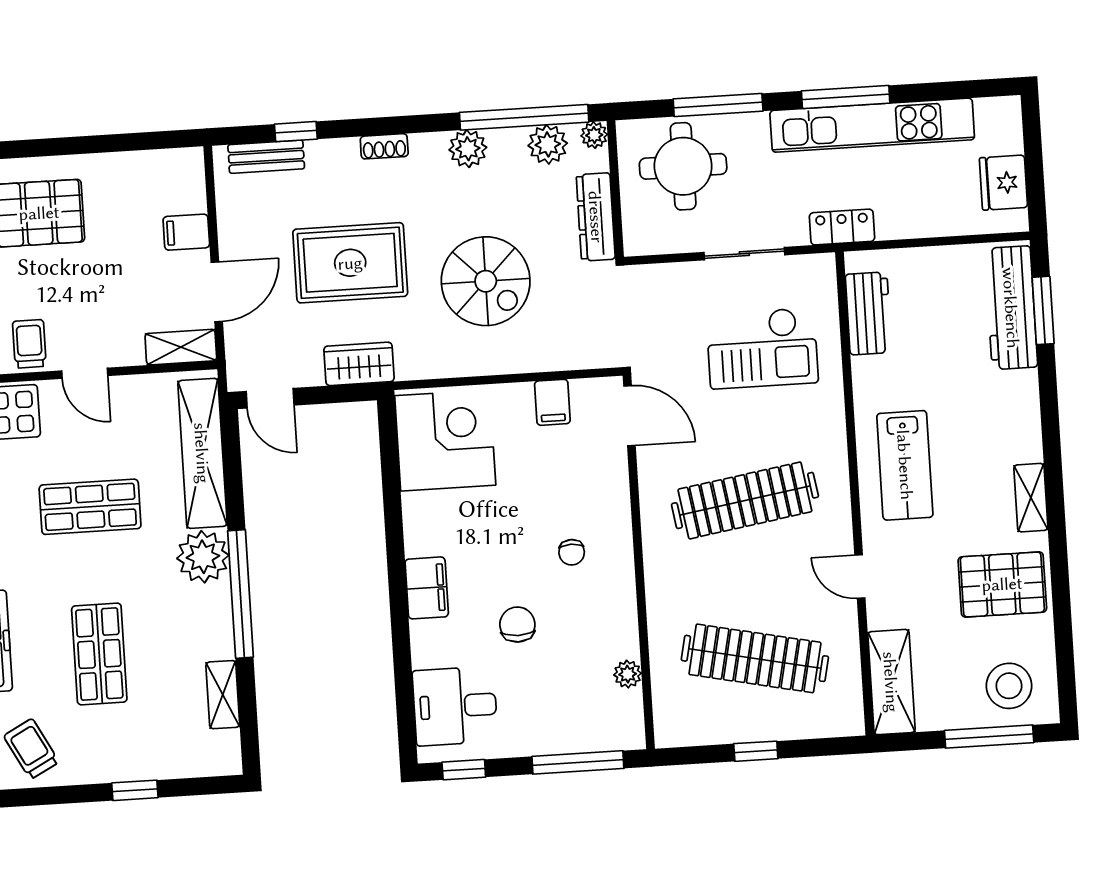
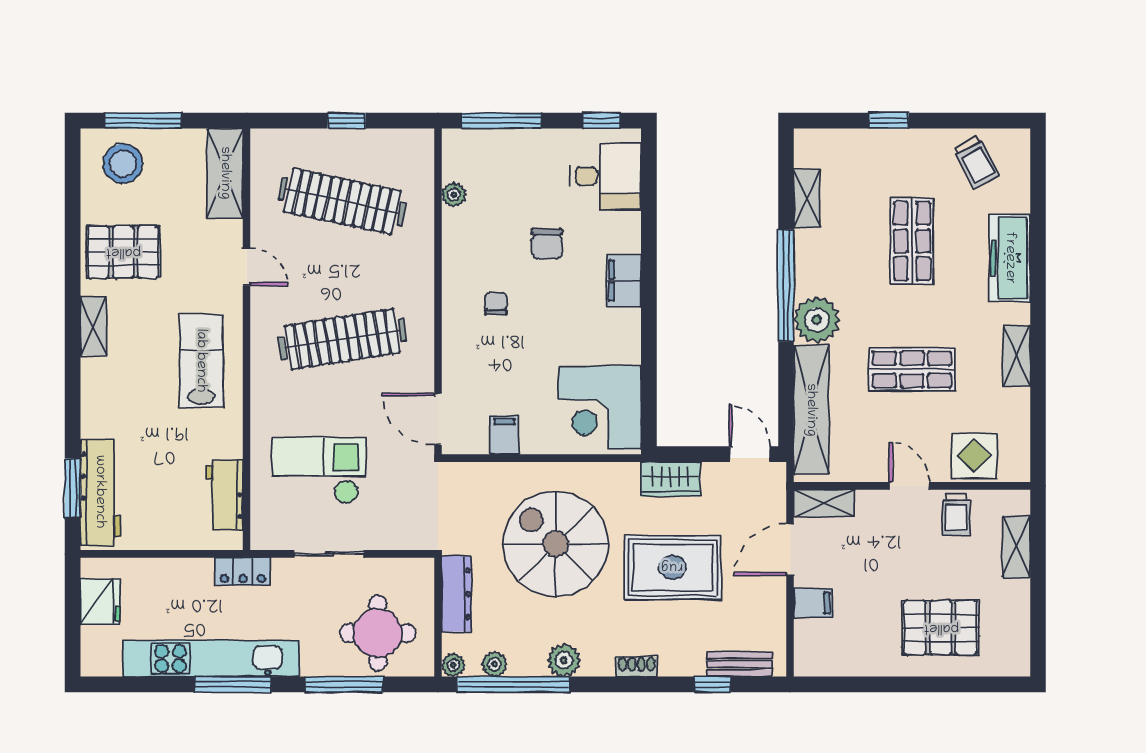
plant: (548, 144) -> (494, 664), width x0.73, depth x0.73
spiral stairs: (486, 281) -> (556, 544), width x1.37, depth x1.37

